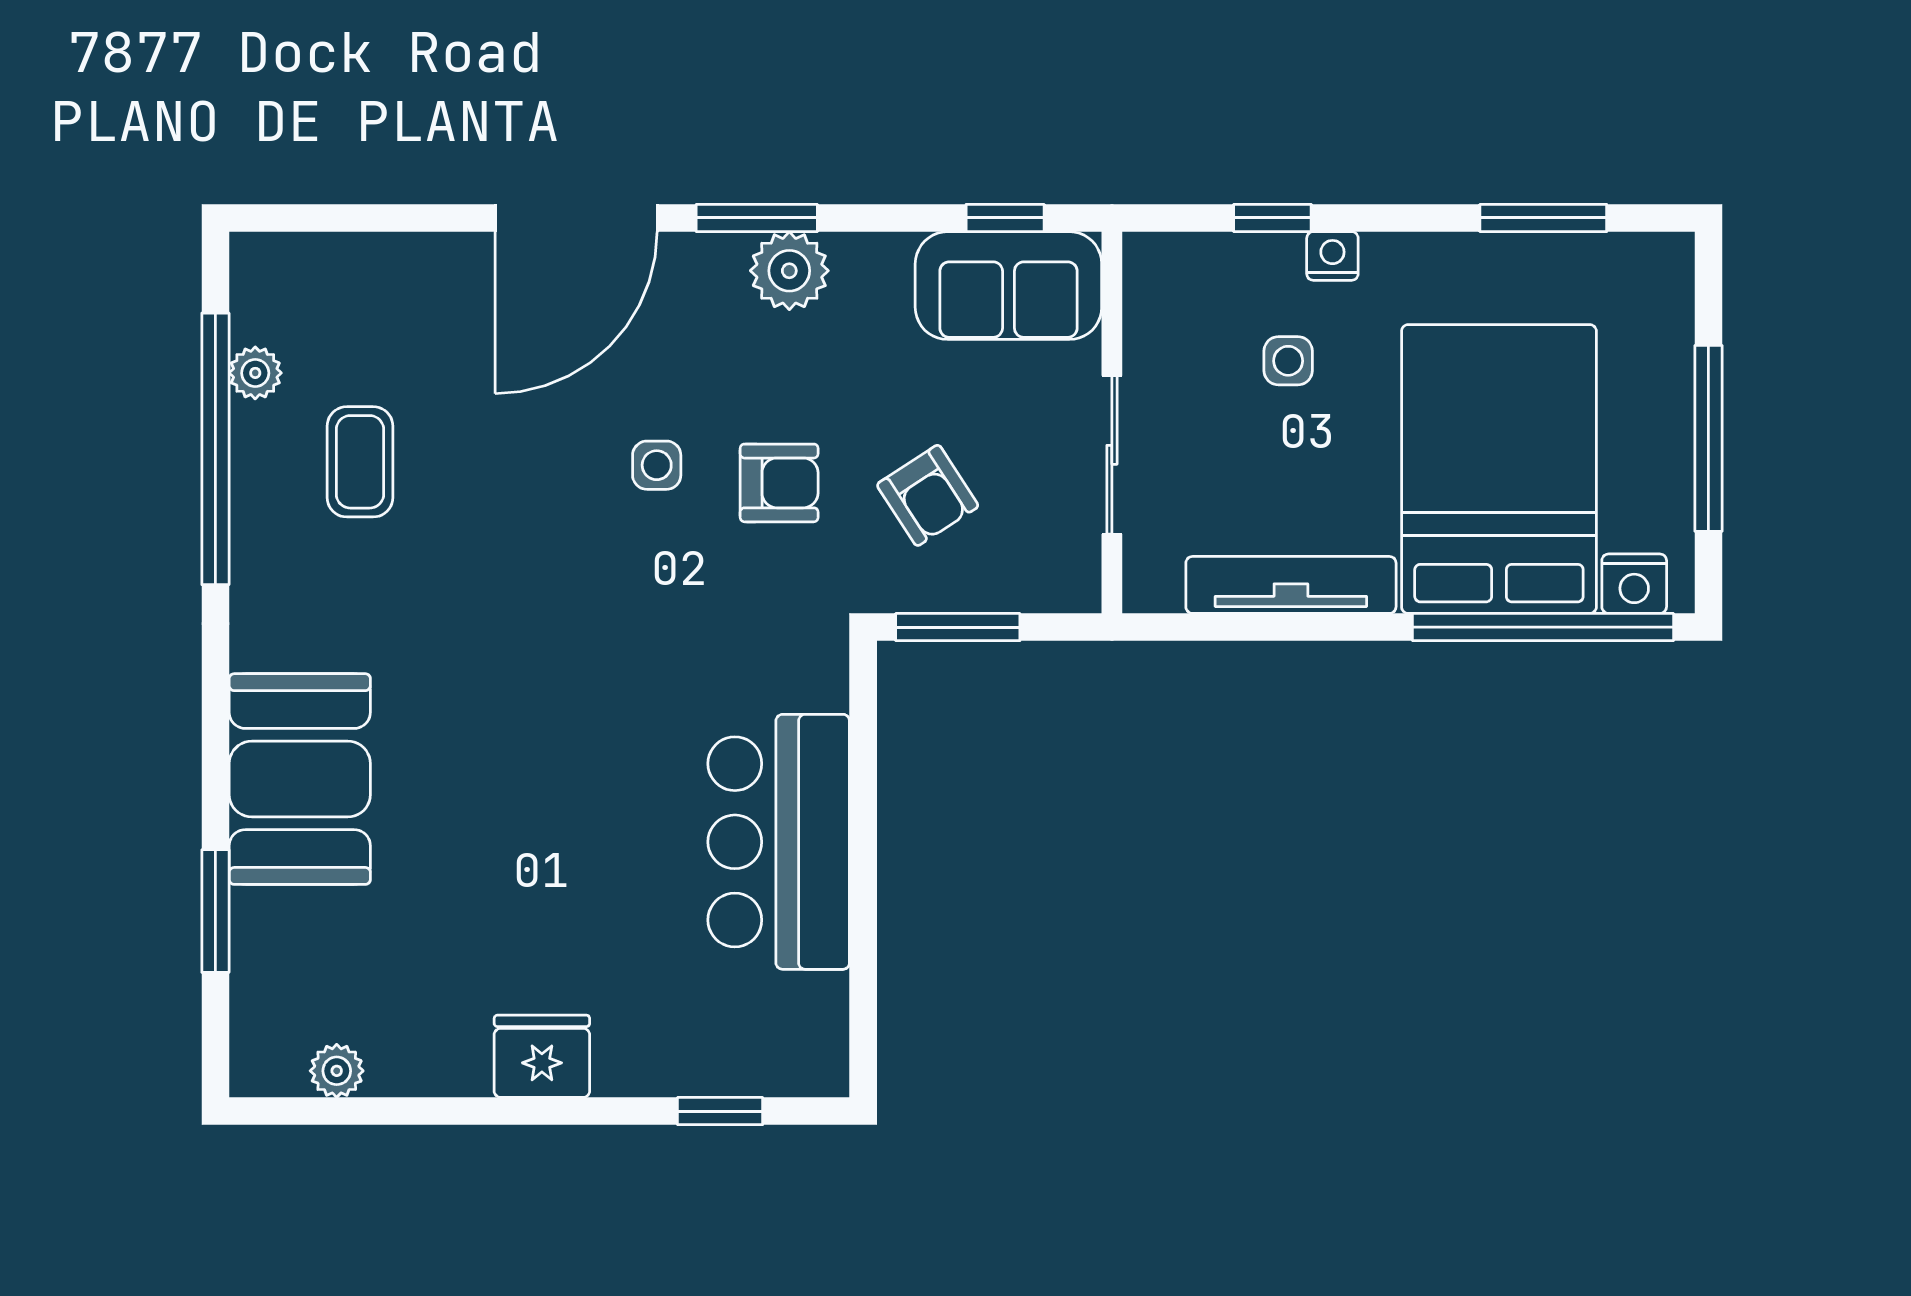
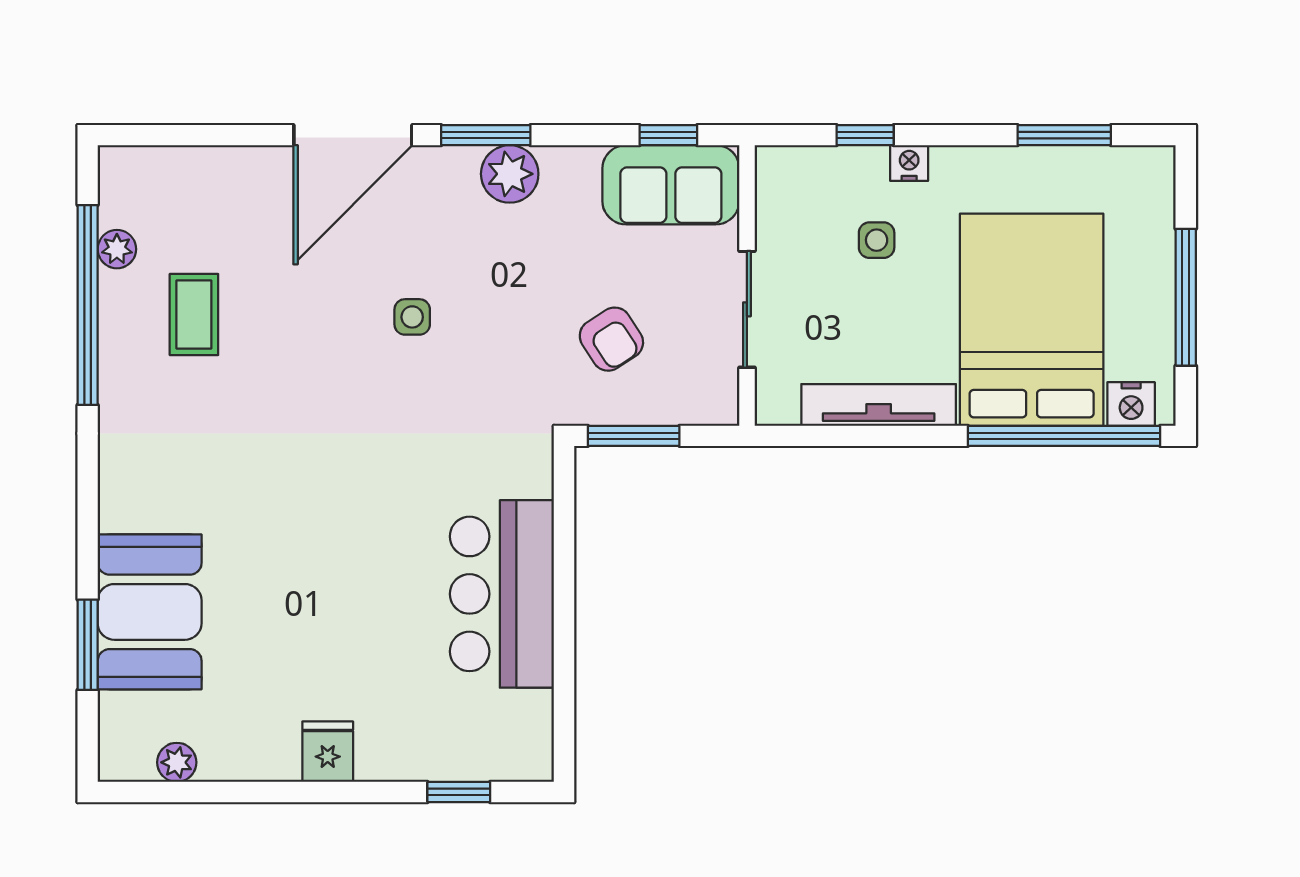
armchair: (779, 483) -> (502, 330), removed
booth: (300, 779) -> (150, 612), moved
fridge: (542, 1056) -> (328, 752), width x0.72

